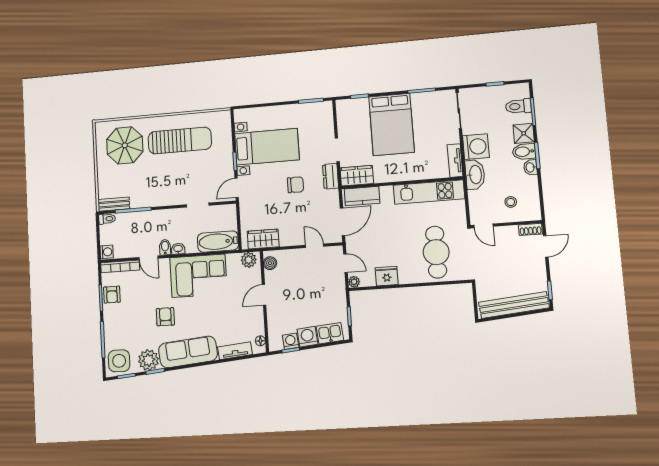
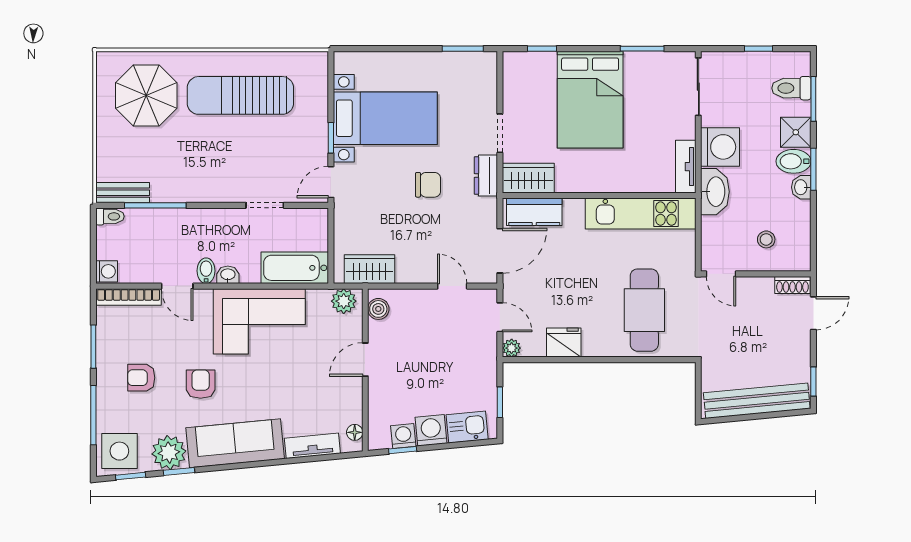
sun lounger: (180, 141) -> (240, 95), turned 180
armchair: (112, 295) -> (141, 378), moved, turned 90

